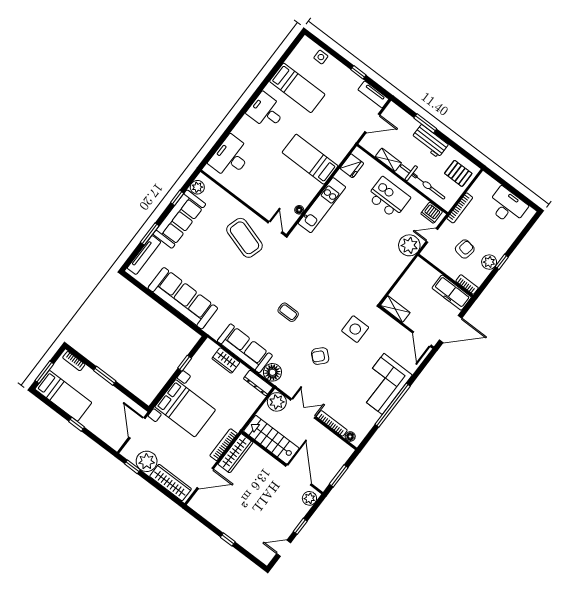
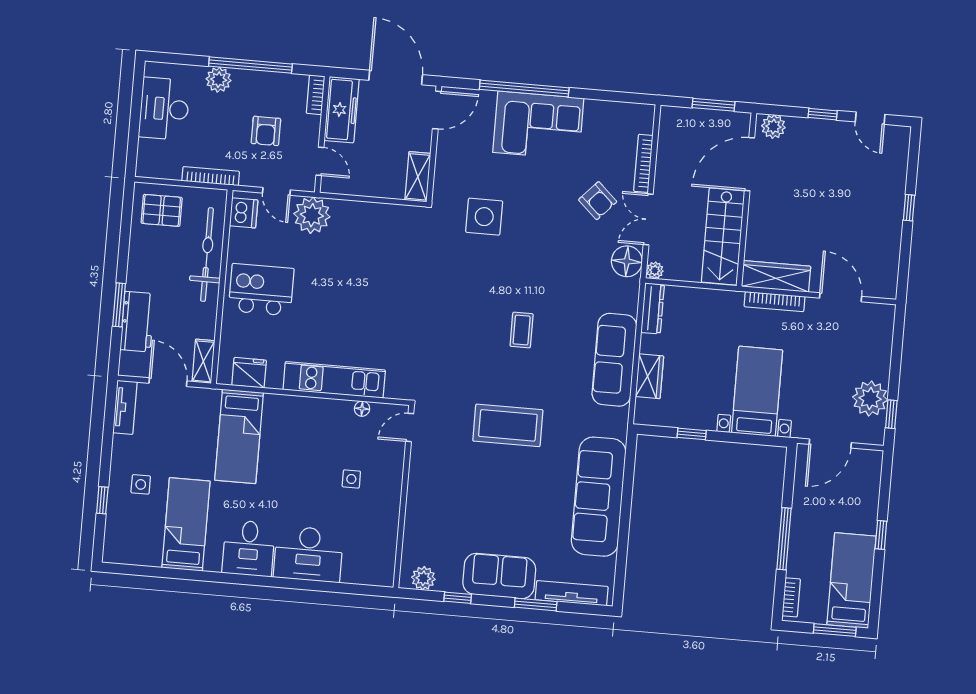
side table: (321, 57) -> (141, 484), moved
window: (358, 72) -> (102, 500), moved
workbench: (430, 141) -> (137, 322), moved
desk: (231, 157) -> (308, 554), moved
bed: (310, 159) -> (239, 436), moved
shelving: (388, 160) -> (203, 361), moved
pallet: (458, 173) -> (162, 210), turned 90
side table: (268, 183) -> (351, 479), added
kitchen island: (389, 198) -> (261, 290), turned 90
sofa: (179, 219) -> (499, 576), width x0.73
coffee table: (244, 238) -> (508, 425), moved, turned 73
armchair: (465, 249) -> (266, 131), turned -100
plant: (489, 262) -> (219, 80), moved
window: (502, 262) -> (250, 65), width x3.17
door: (433, 266) -> (320, 161), added
armchair: (320, 356) -> (598, 201), moved
floor lamp: (272, 372) -> (627, 261), moved
window: (105, 376) -> (784, 539), width x1.44
plant: (277, 402) -> (655, 270), width x0.53, depth x0.53
window: (393, 405) -> (524, 89), moved
bed with nightstands: (185, 408) -> (757, 391), width x0.73
floor lamp: (350, 437) -> (646, 124), removed
wardrobe: (171, 483) -> (879, 344), removed

